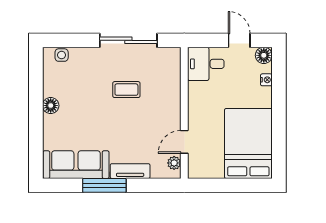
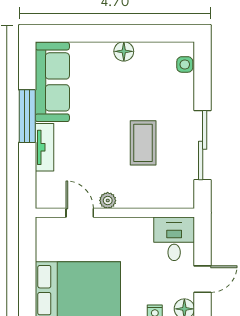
coffee table: (126, 90) -> (143, 143), width x1.36, depth x1.30
plant: (174, 163) -> (108, 200), moved

